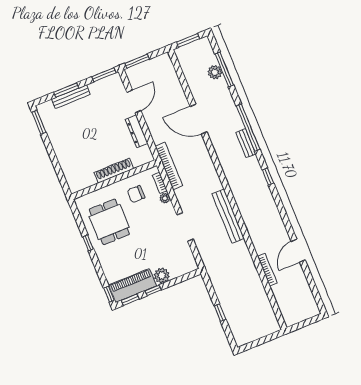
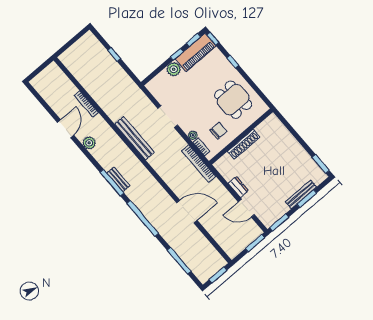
plant: (215, 72) -> (89, 143), moved
door: (134, 101) -> (246, 208), hinge flipped
dresser: (137, 131) -> (238, 187), width x0.70
bench: (246, 143) -> (118, 179), moved
window: (268, 177) -> (112, 183), width x2.17
window: (88, 243) -> (233, 62), moved

